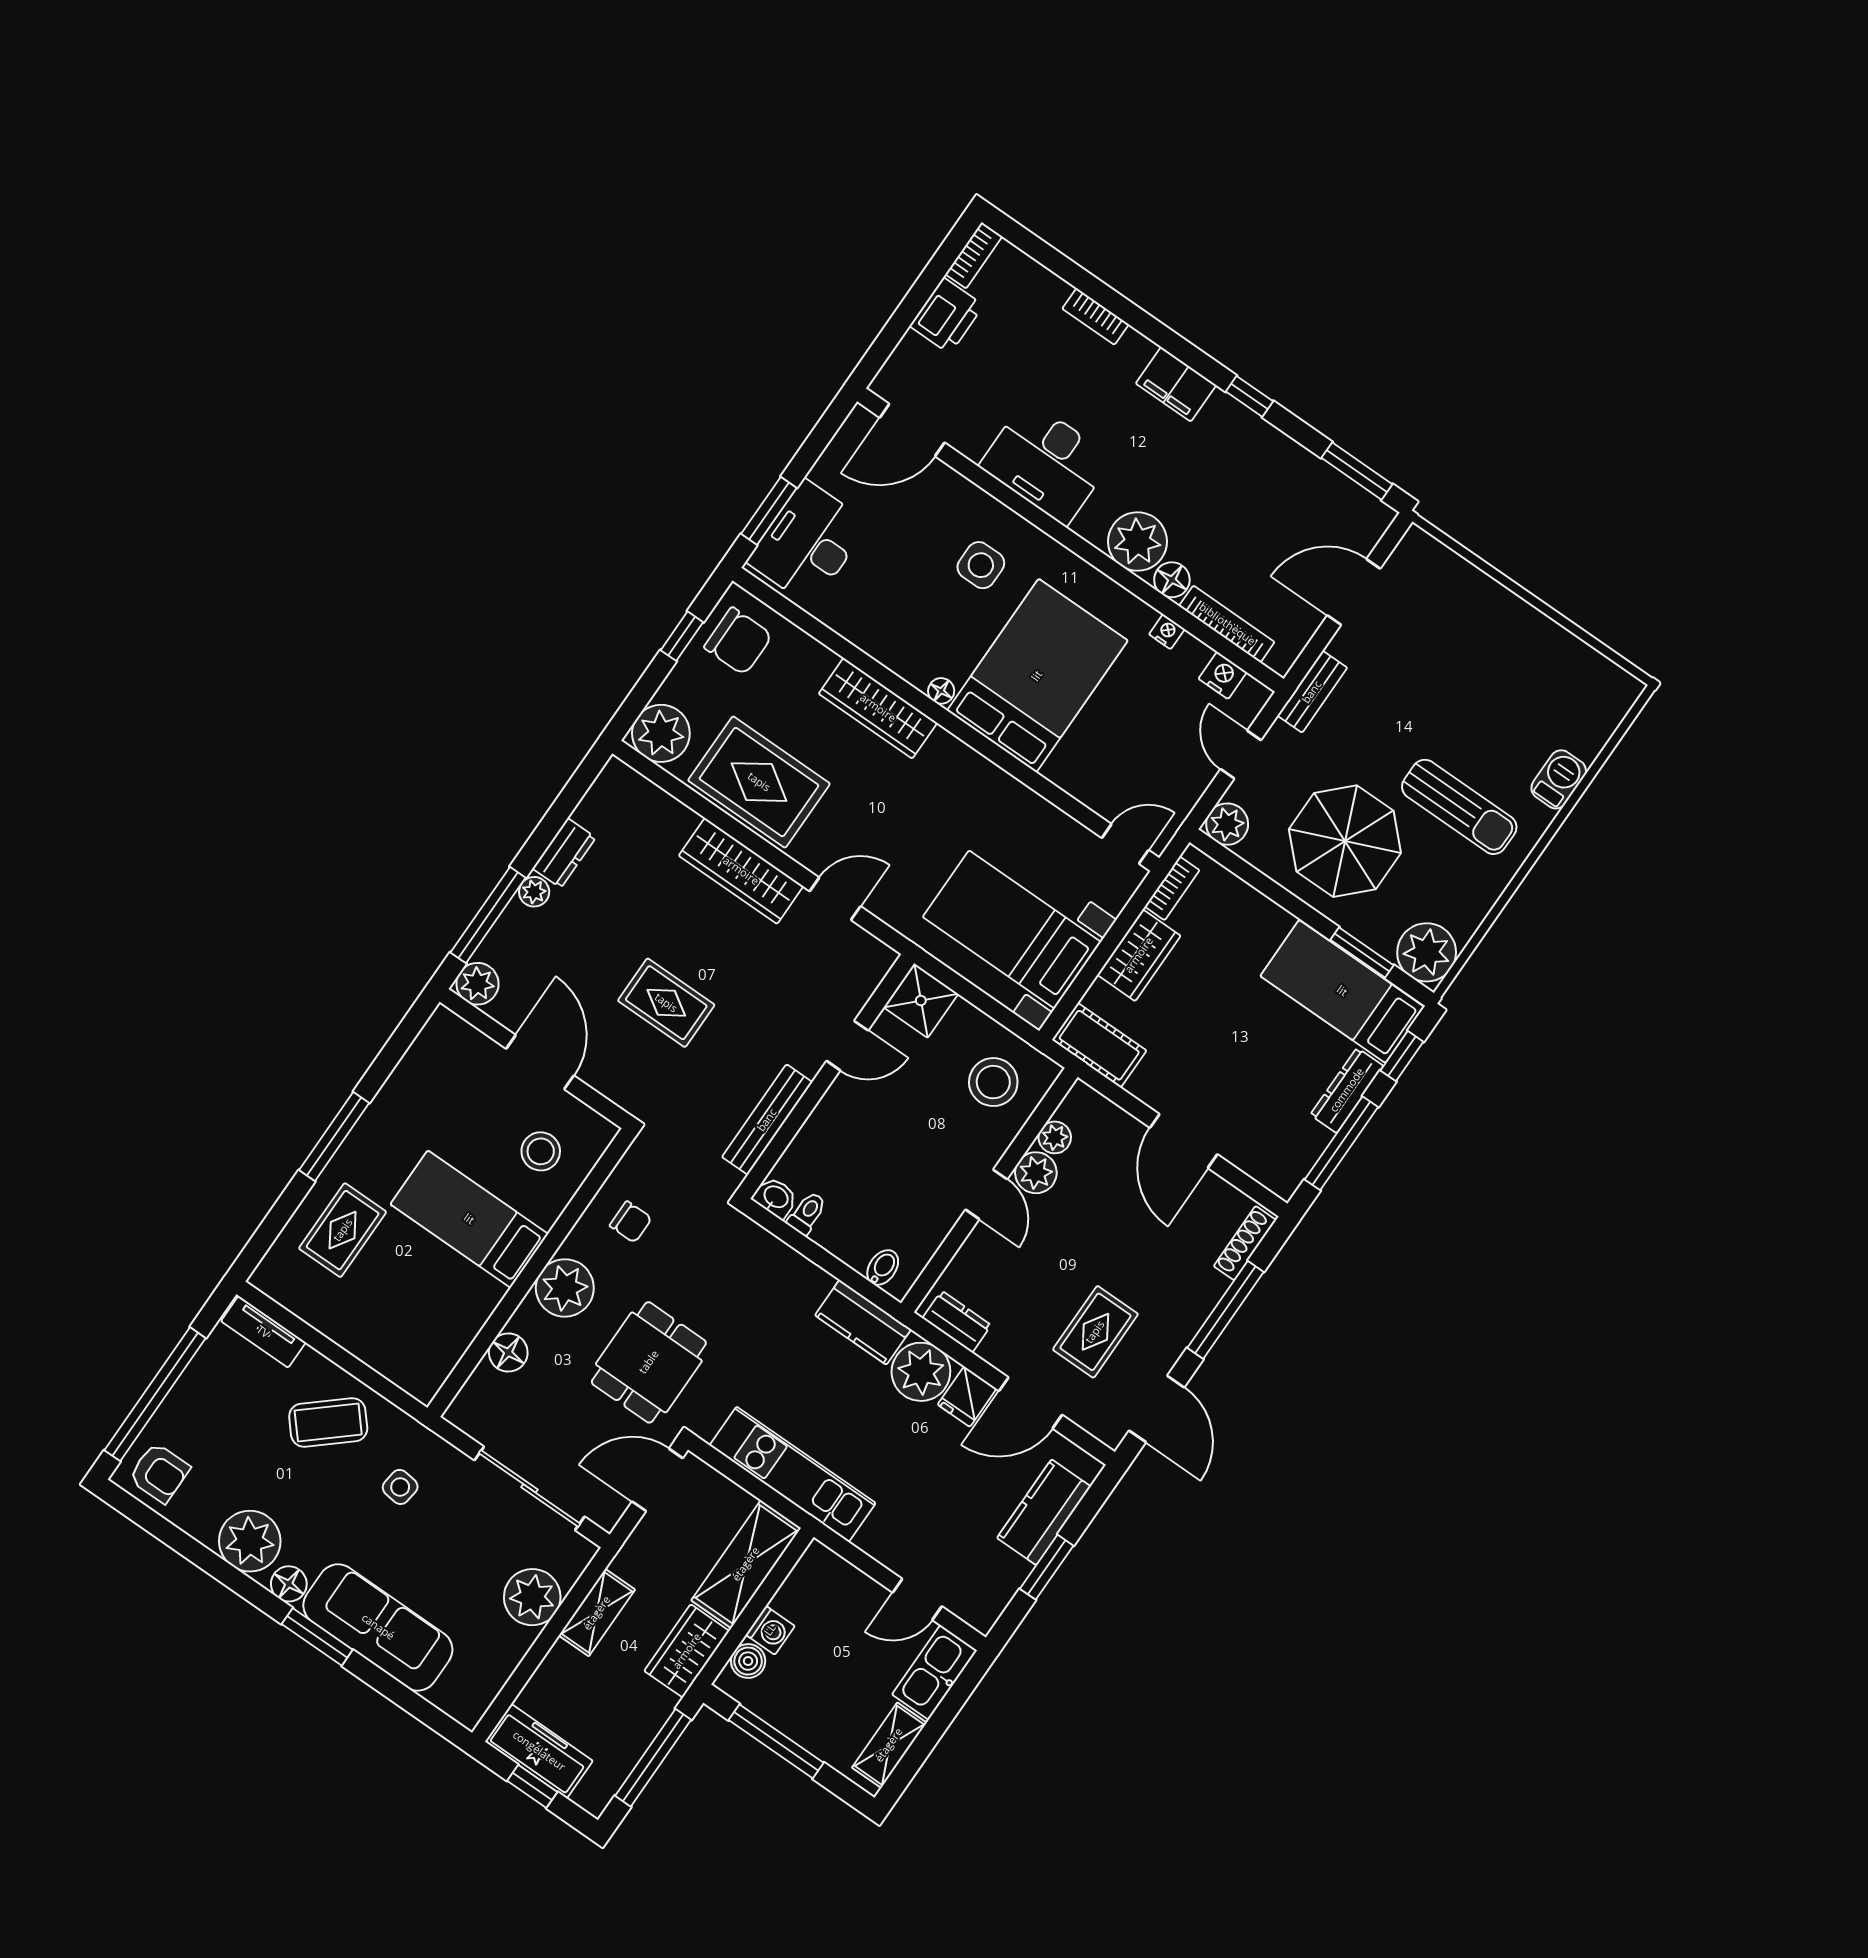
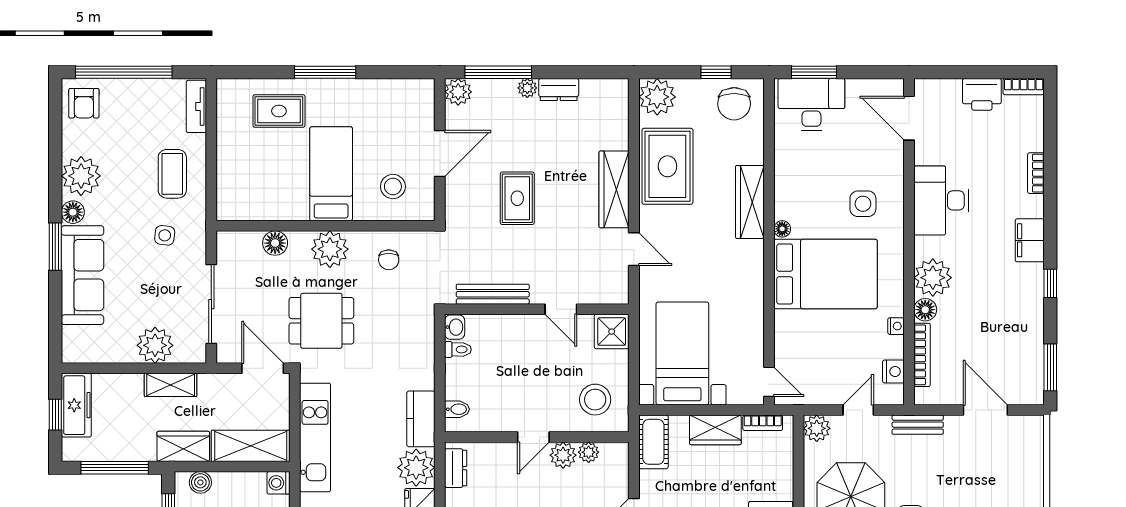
coffee table: (328, 1423) -> (172, 174), turned 41
washing machine: (770, 1630) -> (279, 483), moved, turned 90

